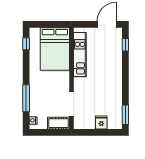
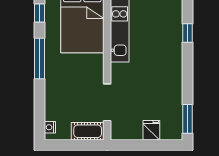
window: (125, 45) -> (187, 33), moved
window: (26, 98) -> (40, 59), moved

